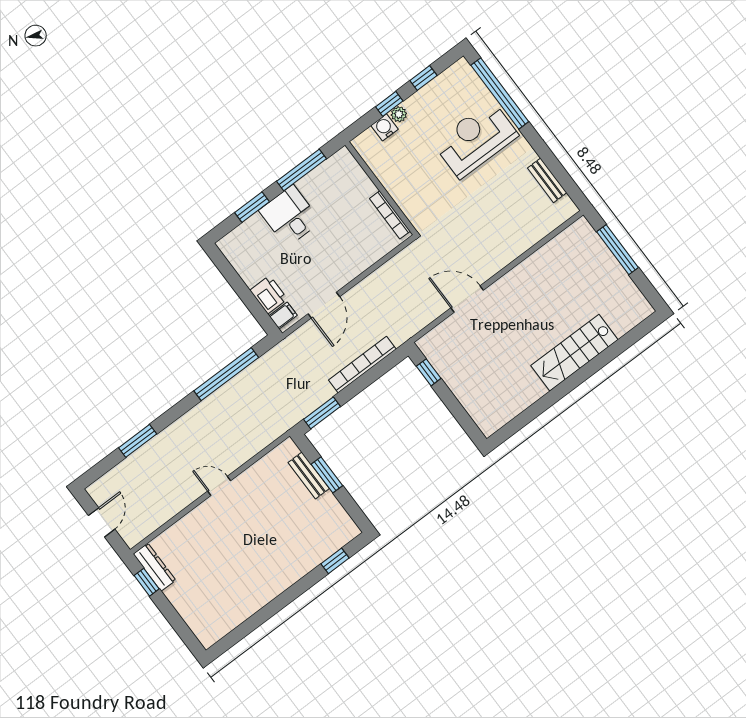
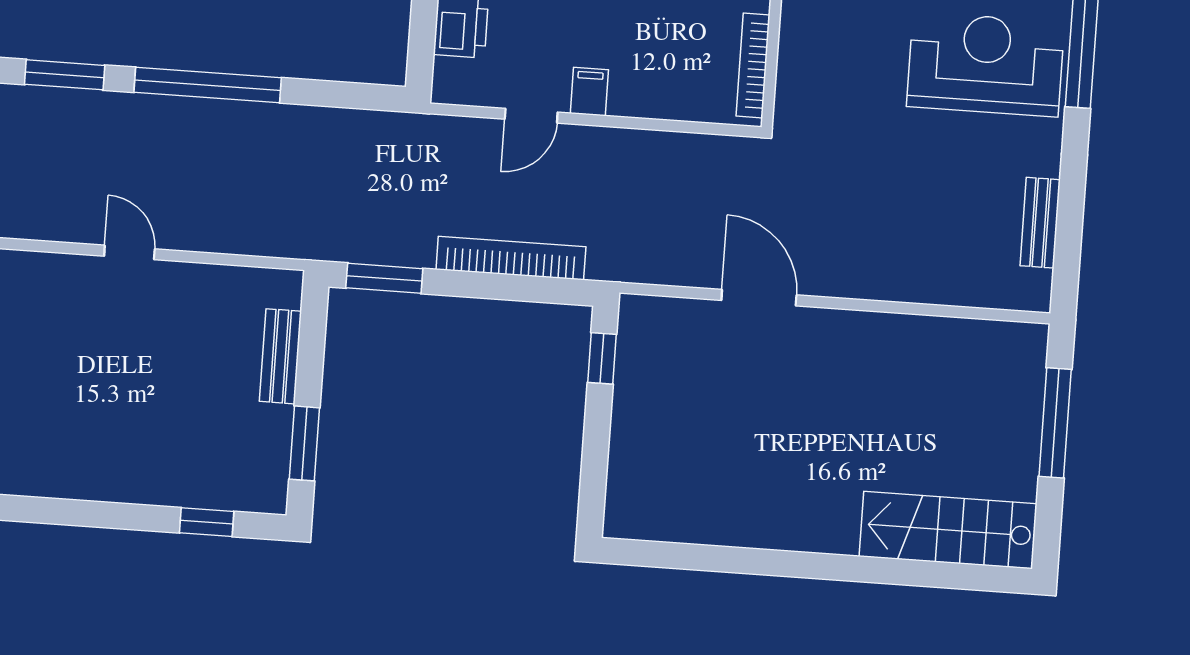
door: (324, 305) -> (531, 116), width x0.73
filing cabinet: (283, 316) -> (589, 92), moved, turned -90
stairs: (574, 353) -> (948, 530), moved
window: (226, 374) -> (208, 85), moved
window: (327, 475) -> (304, 443), moved

